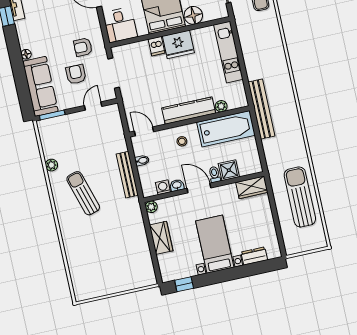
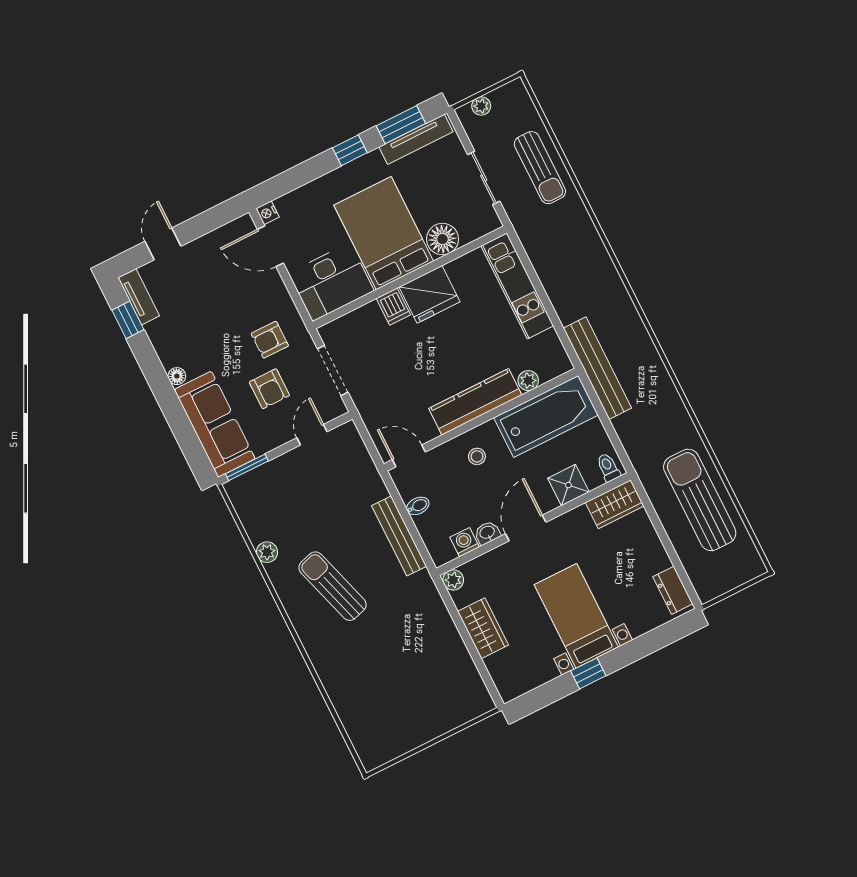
desk: (120, 25) -> (331, 282), width x1.37
armchair: (76, 74) -> (269, 389), turned 180
toilet: (215, 174) -> (608, 467), moved
door: (199, 188) -> (526, 528), hinge flipped
dresser: (254, 256) -> (673, 590), moved, turned -90
window: (184, 284) -> (588, 673), moved

